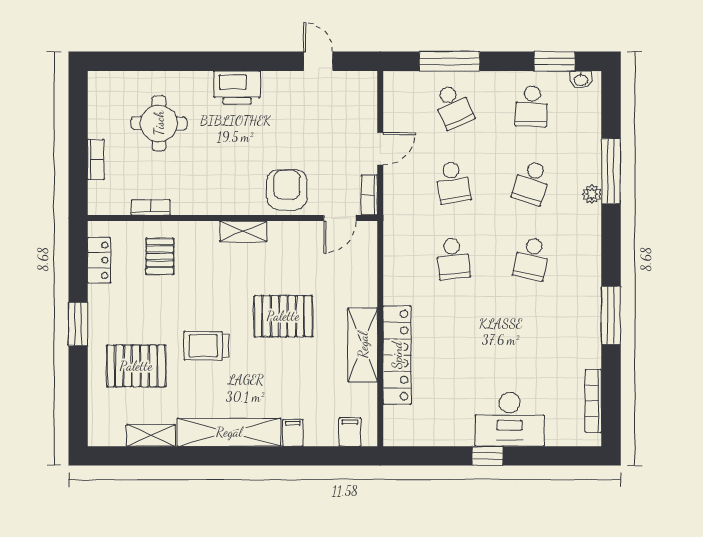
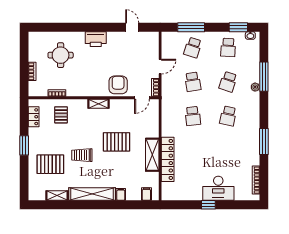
school desk: (453, 106) -> (193, 47), turned 42

